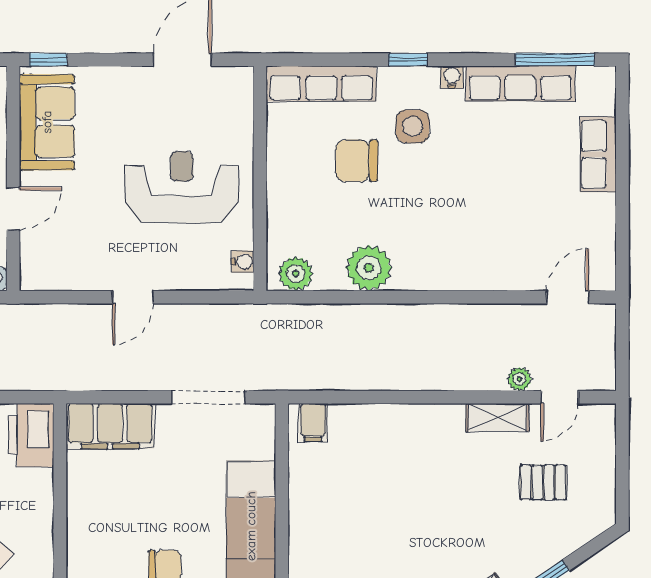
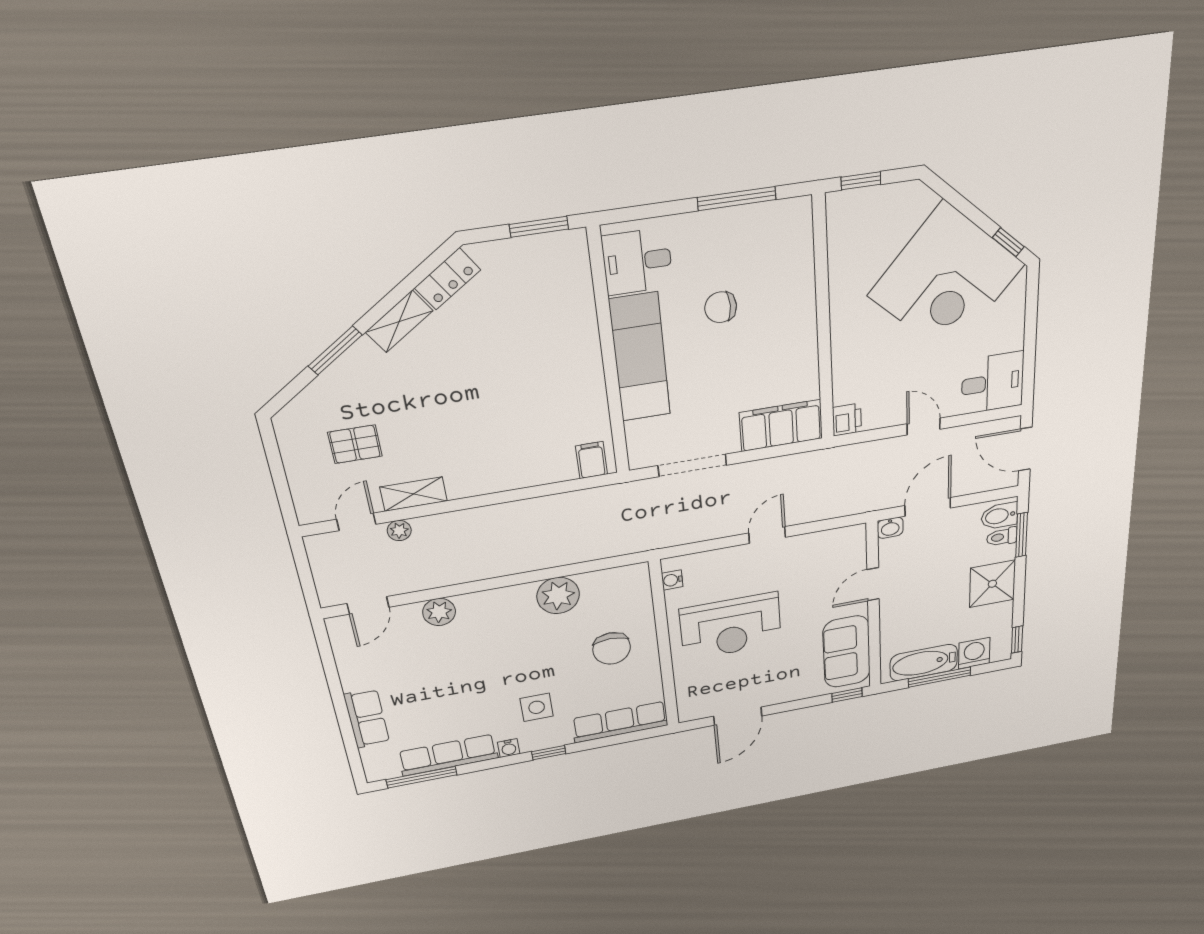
chair: (357, 161) -> (612, 648), moved, turned 90
plant: (296, 274) -> (439, 612), moved
printer: (31, 435) -> (847, 420), width x0.53, depth x0.68

